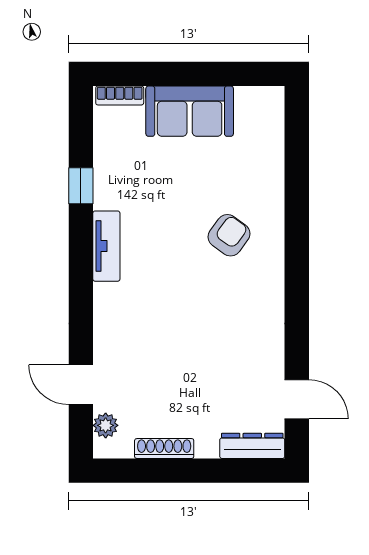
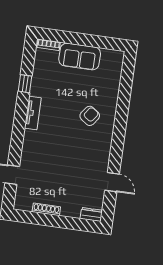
door: (297, 399) -> (112, 182), moved
plant: (106, 425) -> (21, 195), removed
dresser: (252, 446) -> (91, 214), width x0.70

